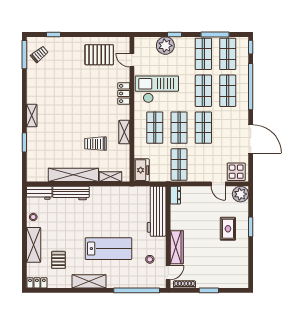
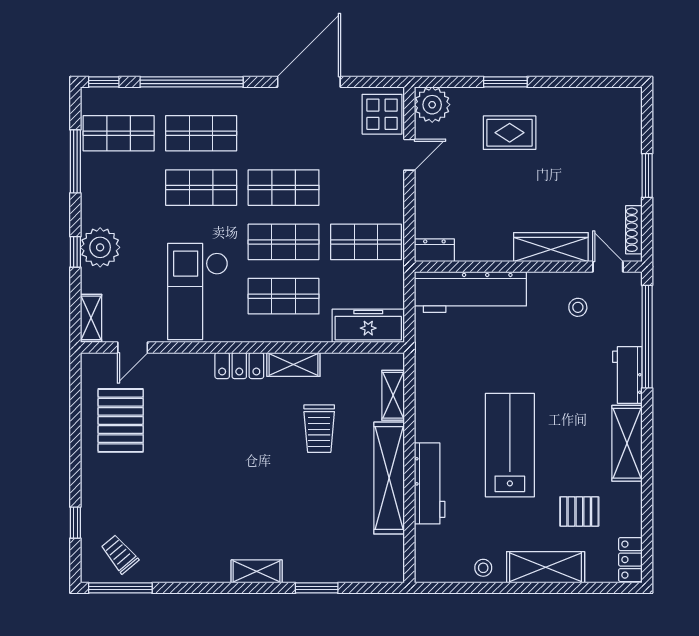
shelving: (145, 42) -> (91, 318), added
plant: (165, 46) -> (100, 247), moved
shop shelf: (203, 54) -> (119, 188), removed
locker: (124, 93) -> (239, 366), moved
freezer: (142, 170) -> (368, 326), width x1.40
workbench: (39, 193) -> (627, 375), moved, turned 180
lab bench: (108, 249) -> (510, 445), moved

